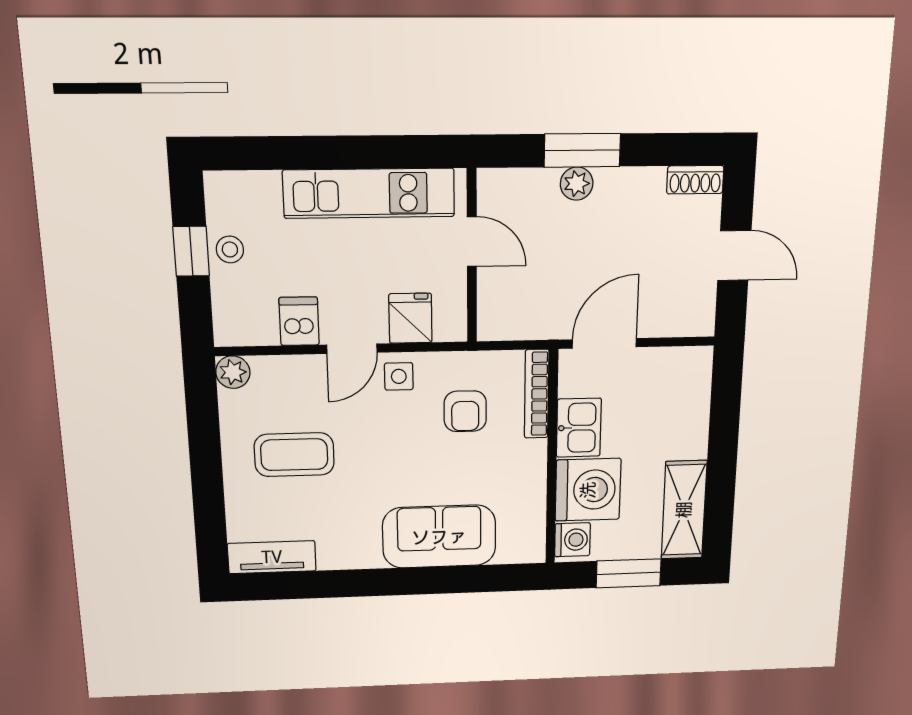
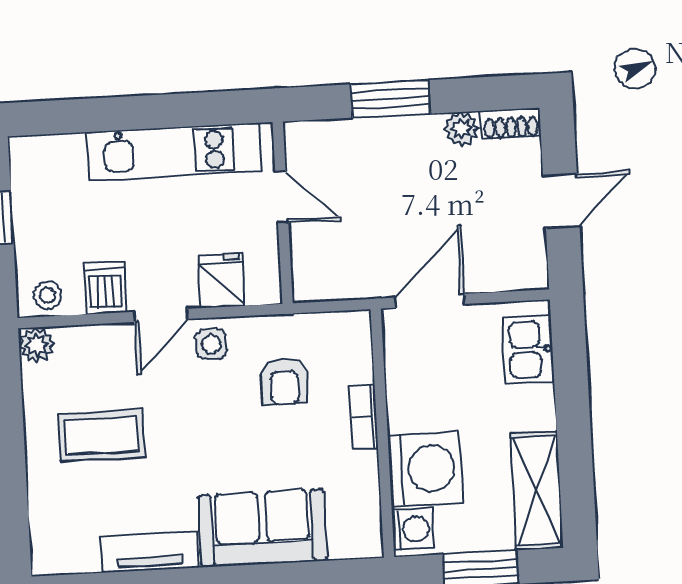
plant: (577, 184) -> (461, 129), moved
stool: (230, 249) -> (48, 295), moved
door: (734, 256) -> (561, 201), hinge flipped
bookcase: (537, 394) -> (364, 417), moved, width x0.64
kitchen sink: (579, 428) -> (528, 350), moved, turned 180
tv unit: (272, 557) -> (150, 552), moved

